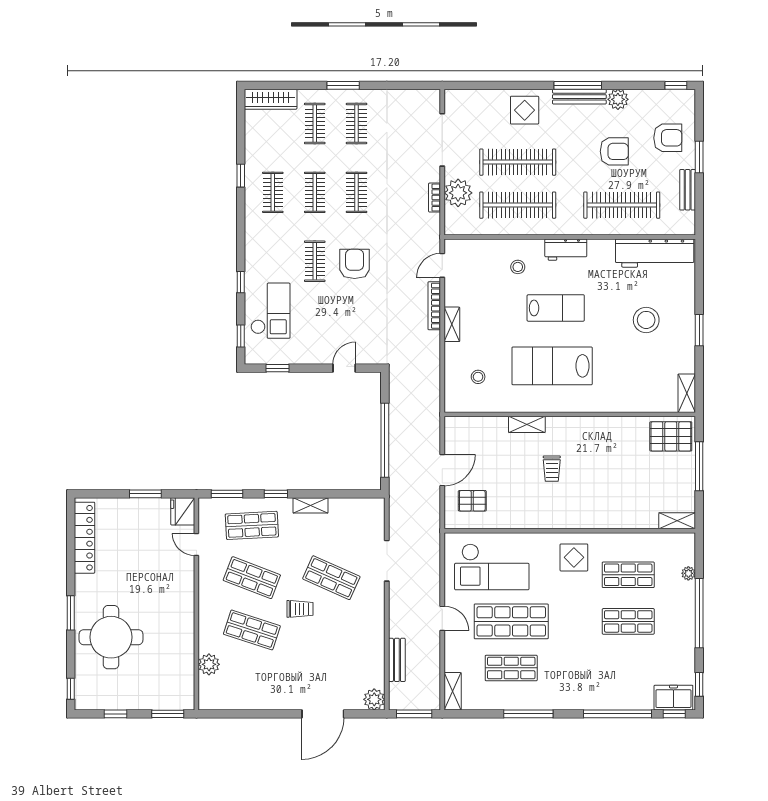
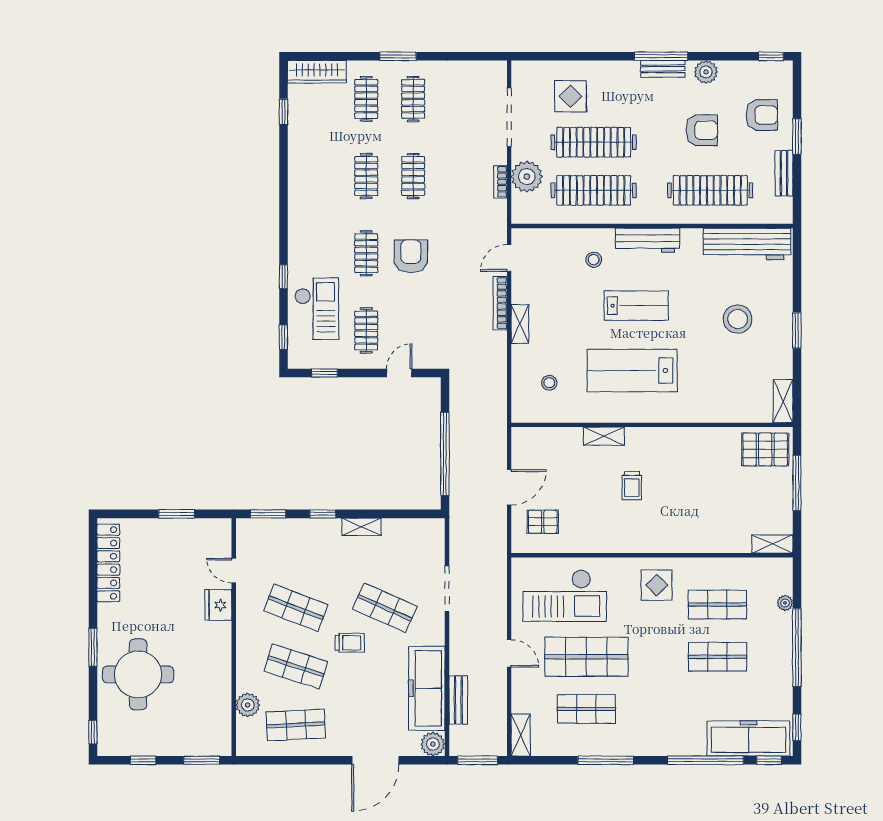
bench: (579, 97) -> (663, 69), width x0.73
display table: (525, 110) -> (570, 96), moved
window: (241, 176) -> (283, 112), moved
clothes rail: (273, 192) -> (366, 330), moved
workbench: (566, 250) -> (647, 240), width x1.38
fridge: (183, 511) -> (218, 605), moved
shop shelf: (252, 525) -> (296, 725), moved
freezer: (369, 650) -> (427, 688), added
freezer: (673, 698) -> (748, 738), width x1.91, depth x1.26

